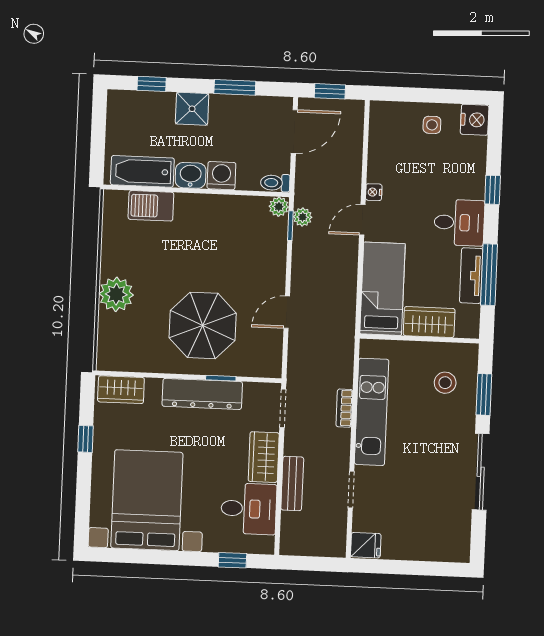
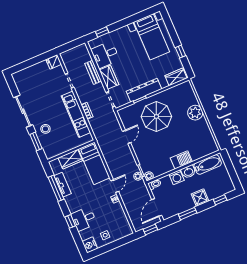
barbecue: (151, 206) -> (181, 160), moved
desk: (459, 223) -> (84, 219), moved
stool: (445, 383) -> (45, 129), moved
bed with nightstands: (147, 500) -> (152, 37), width x0.73

